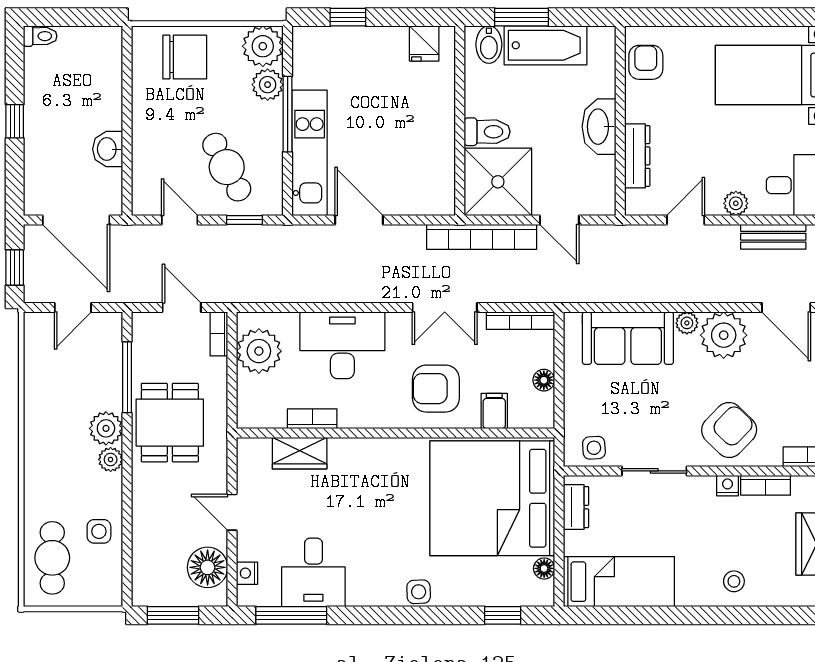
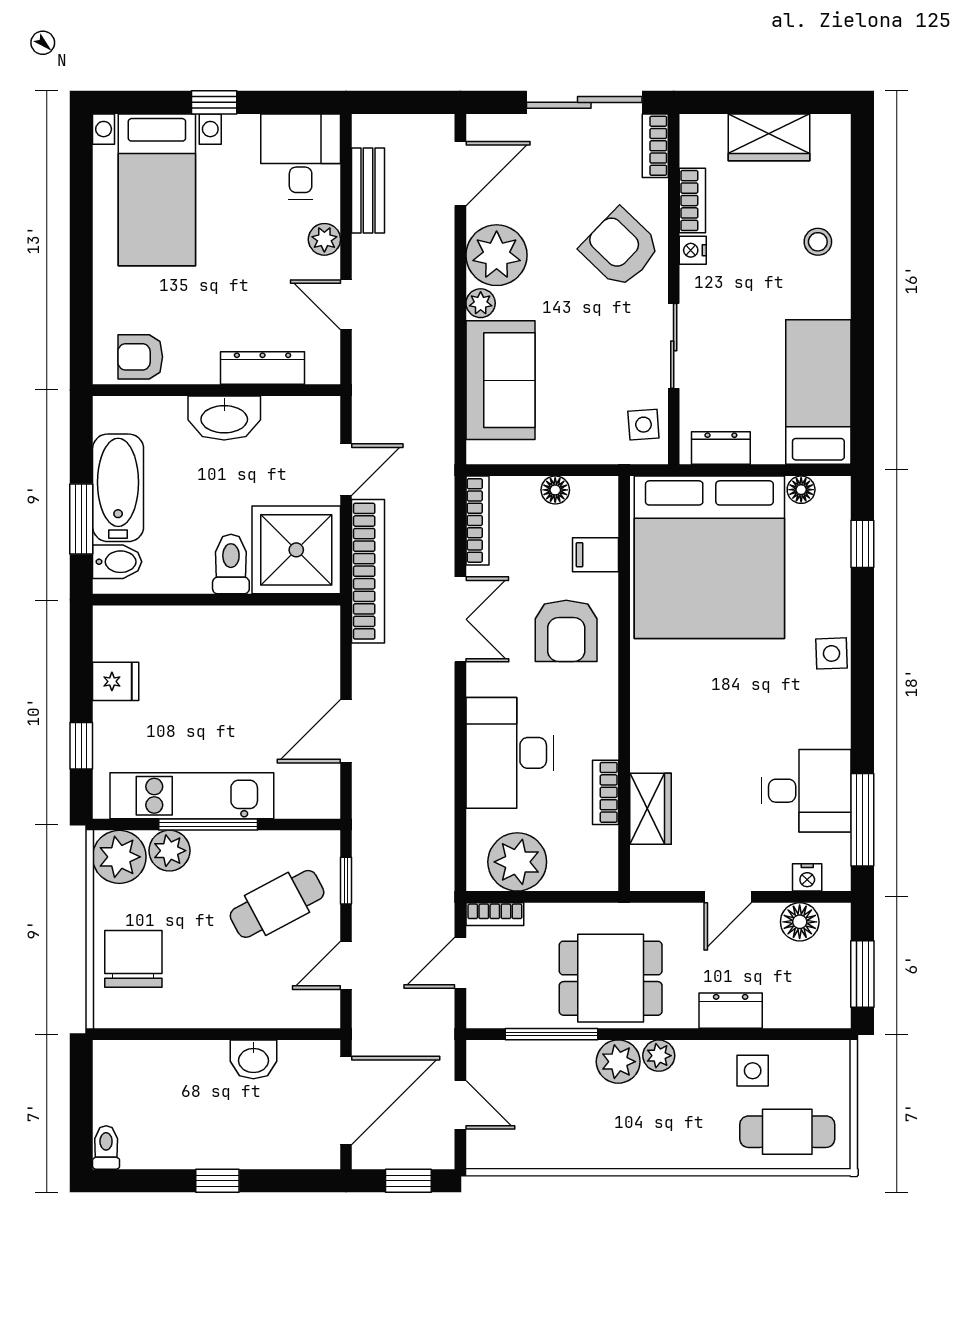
fridge: (424, 43) -> (116, 681), moved
kitchen unit: (310, 153) -> (192, 796), moved
dresser: (145, 515) -> (731, 1011), added
floor lamp: (208, 567) -> (800, 922), width x0.73, depth x0.73

